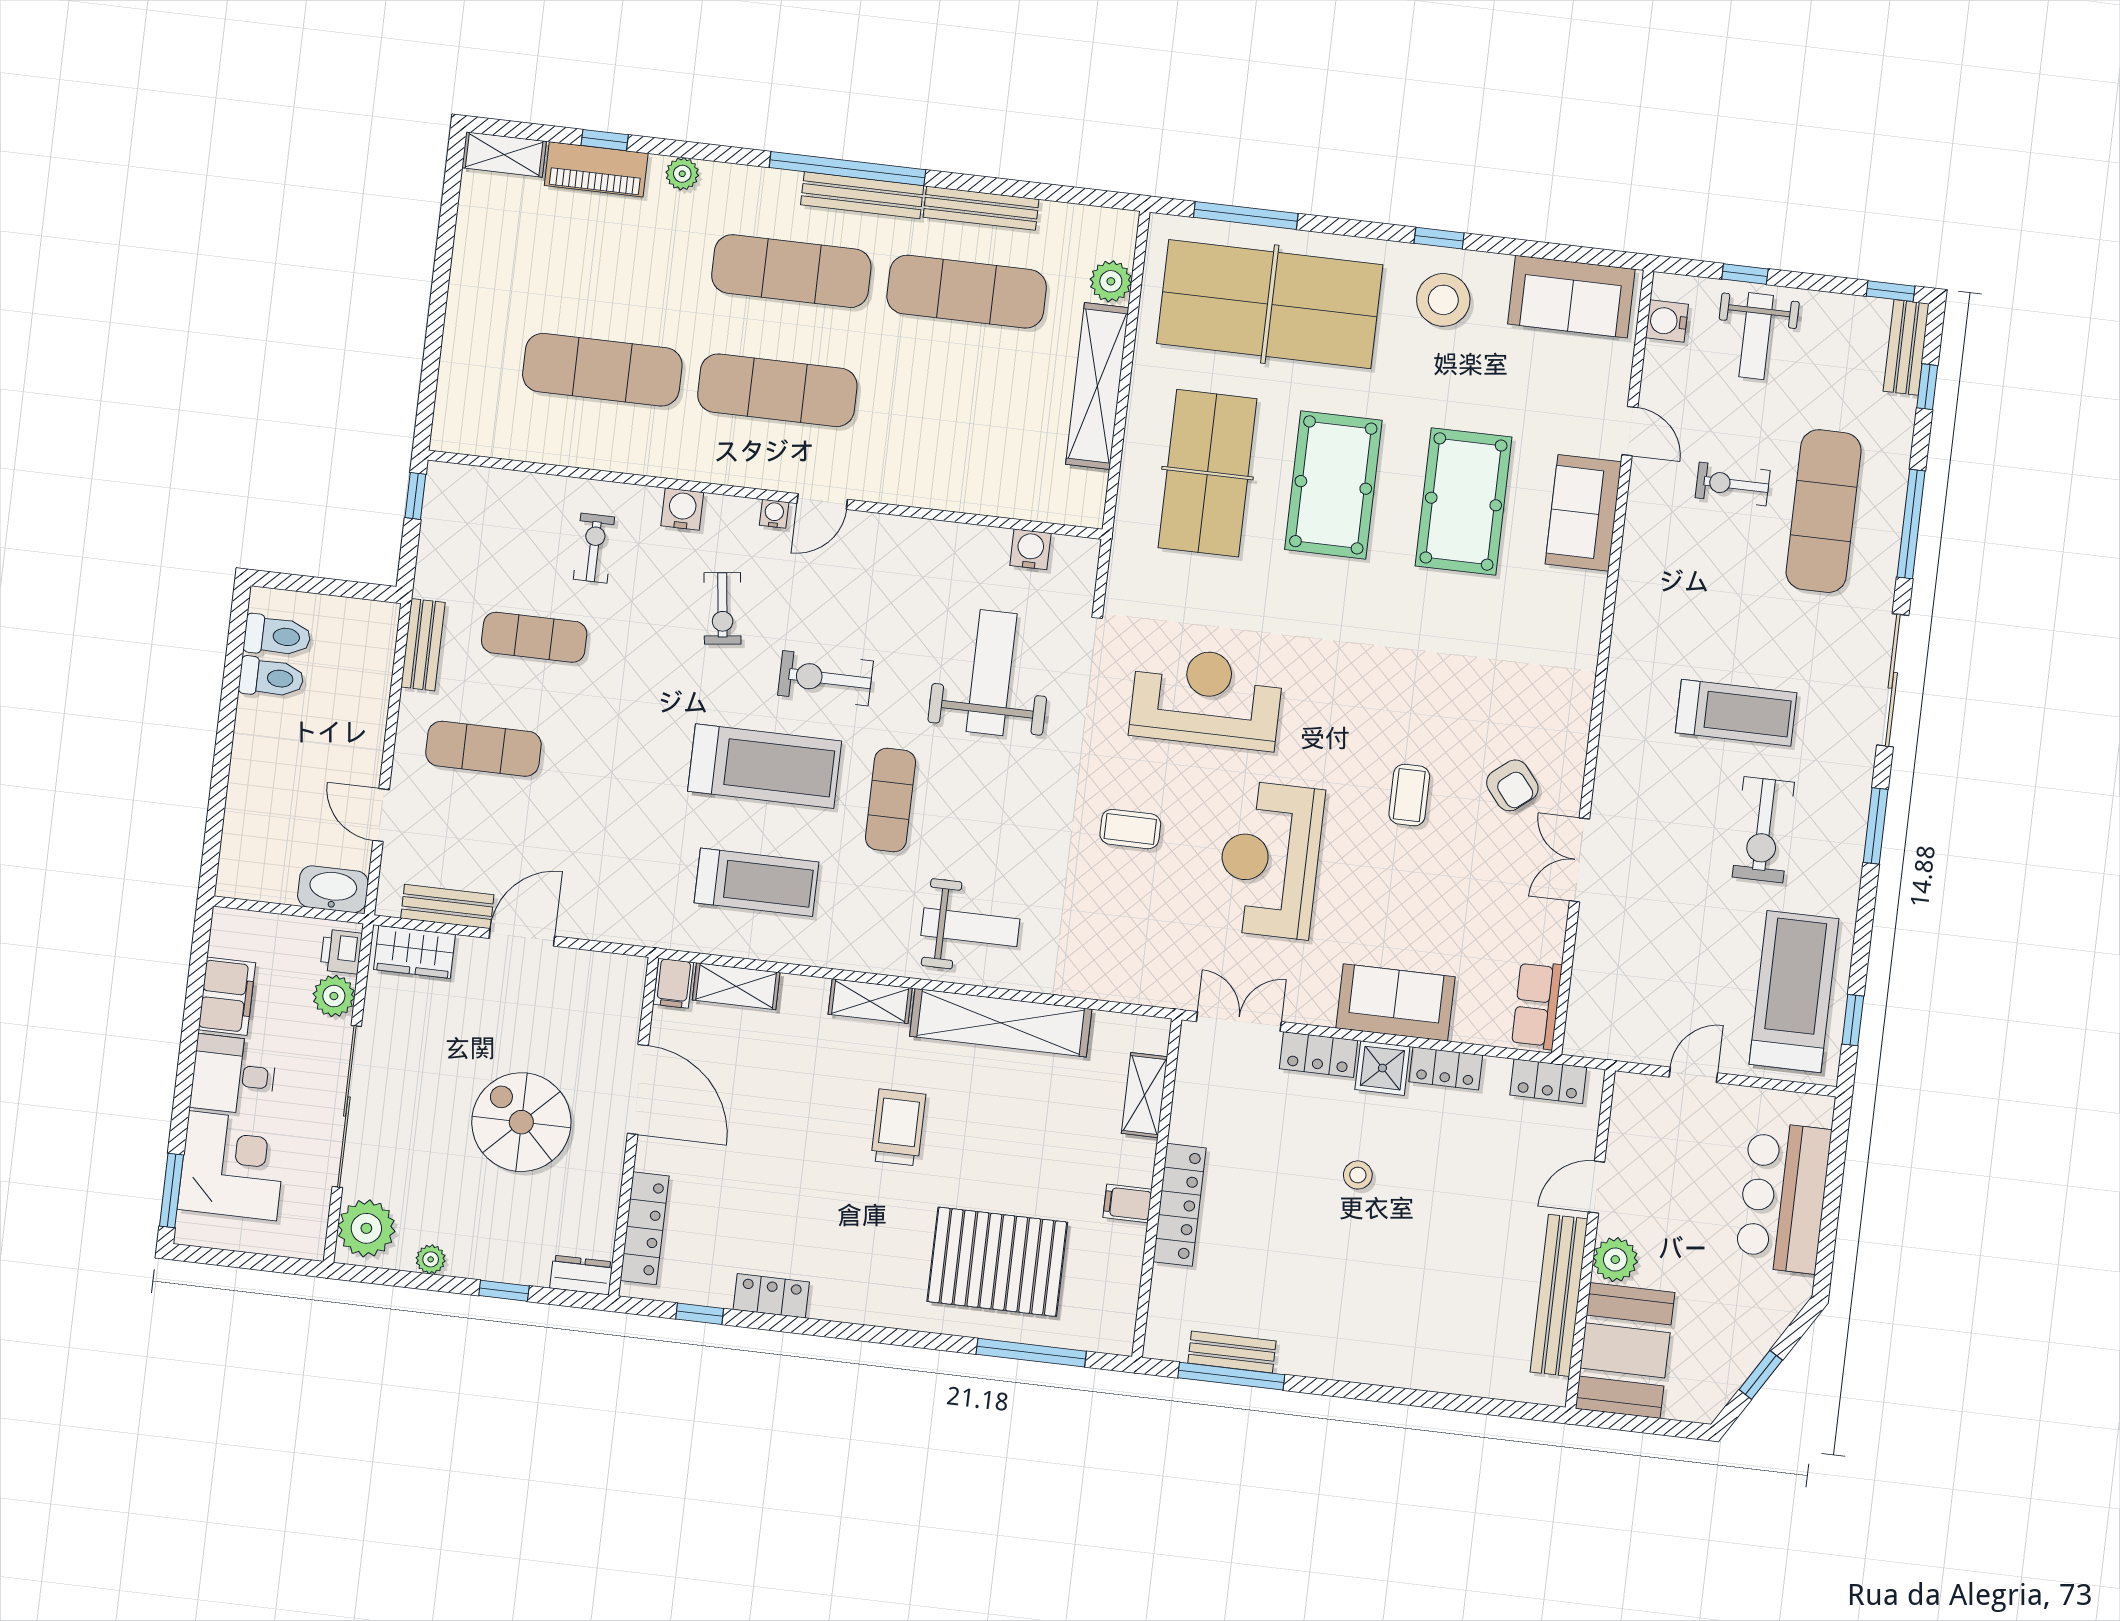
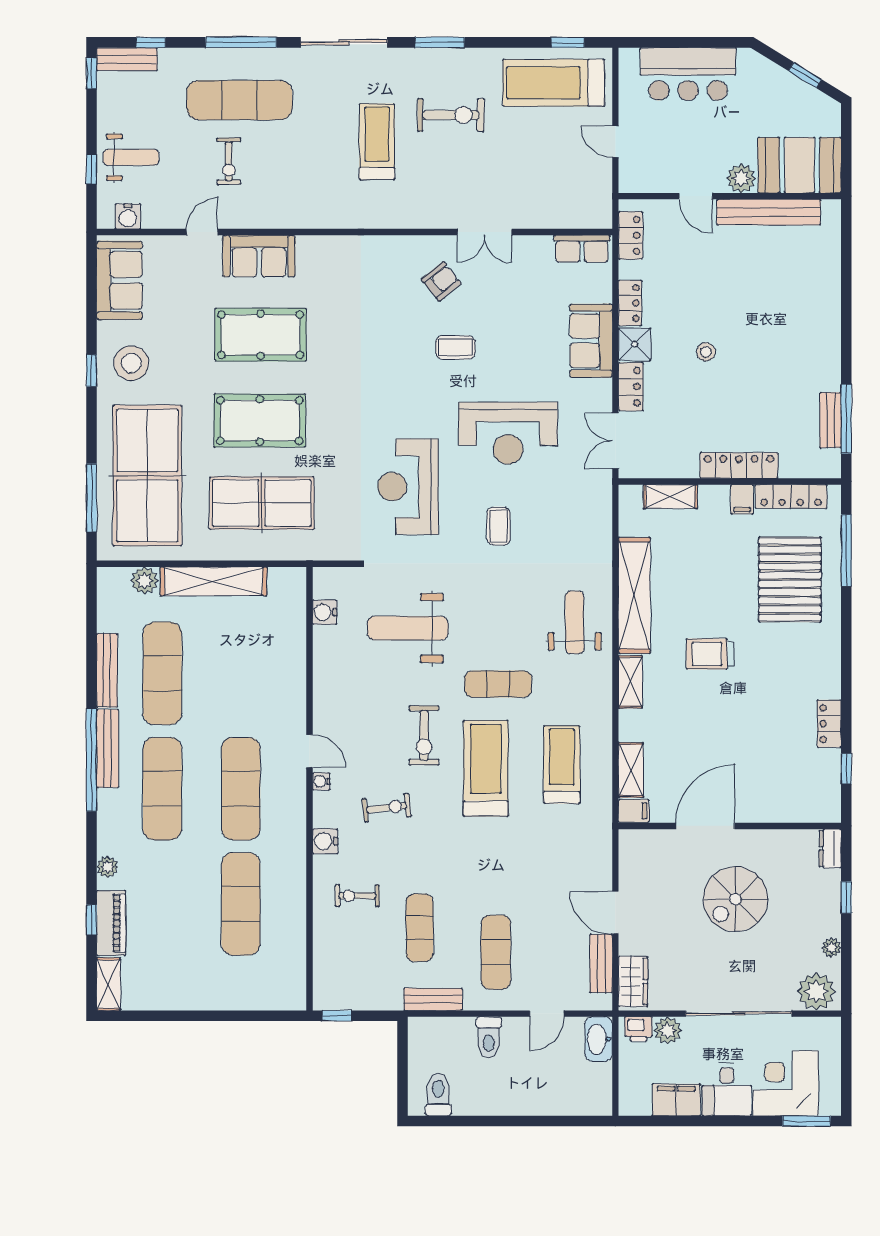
toilet: (271, 678) -> (489, 1037), moved, turned 180
locker: (645, 1228) -> (791, 496), moved, turned 180

